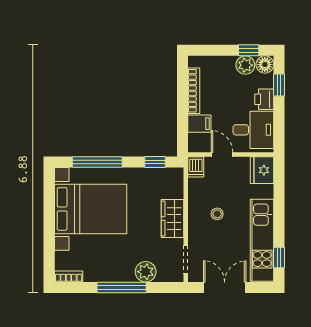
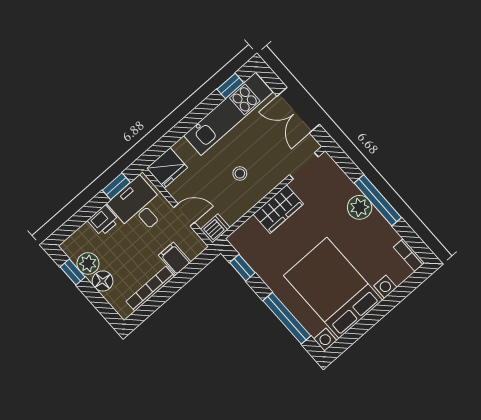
floor lamp: (265, 65) -> (103, 281), moved
window: (279, 85) -> (116, 186), moved
door: (222, 154) -> (184, 215), swing flipped
plant: (146, 272) -> (360, 207), moved

